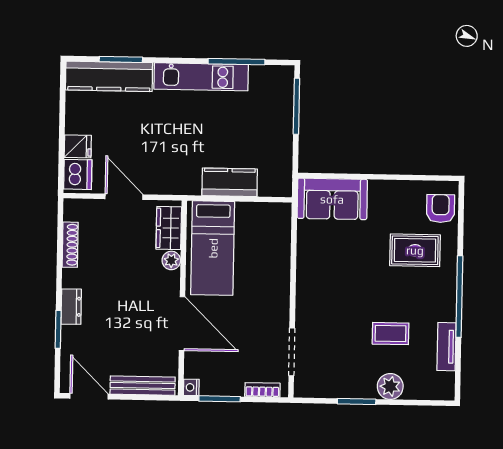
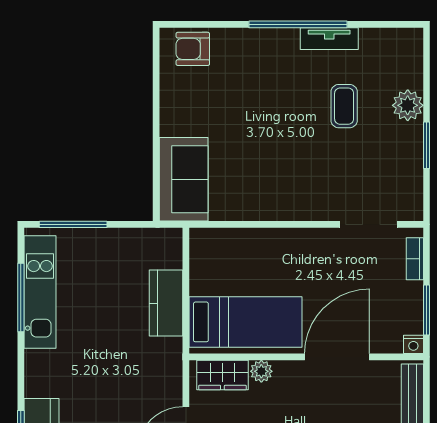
kitchen unit: (201, 77) -> (40, 292), moved
rug: (415, 250) -> (243, 79), removed
tv unit: (446, 347) -> (329, 39), moved

